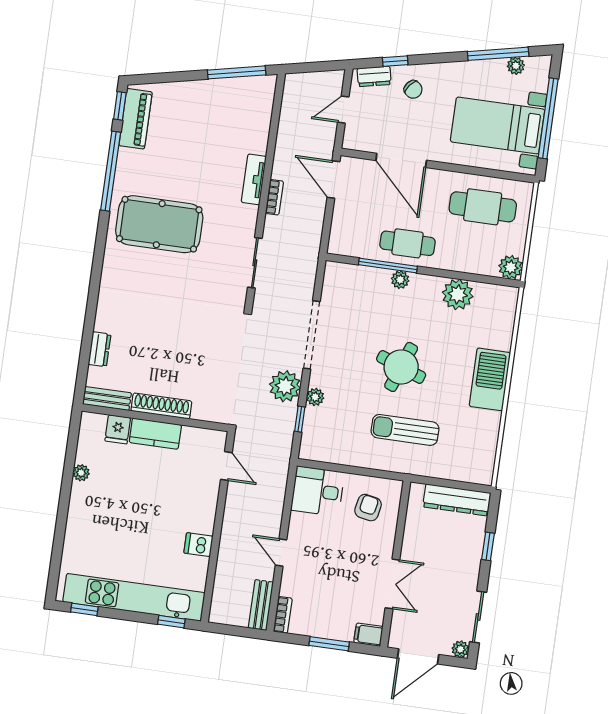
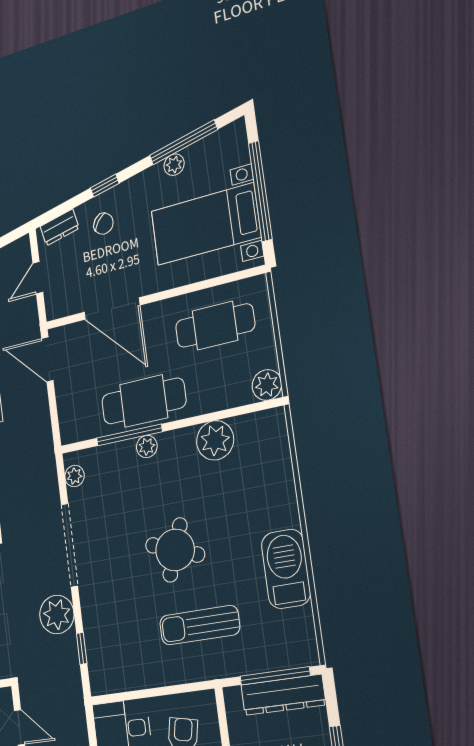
window: (395, 61) -> (105, 186), moved
plant: (516, 66) -> (174, 165), moved
cafe table: (407, 243) -> (144, 401), width x1.37, depth x1.35
barbecue: (490, 379) -> (286, 569), moved
plant: (315, 397) -> (75, 476), moved
window: (454, 484) -> (275, 676), added

